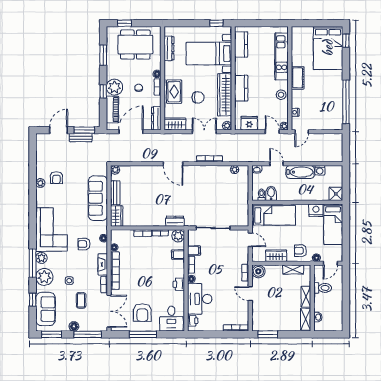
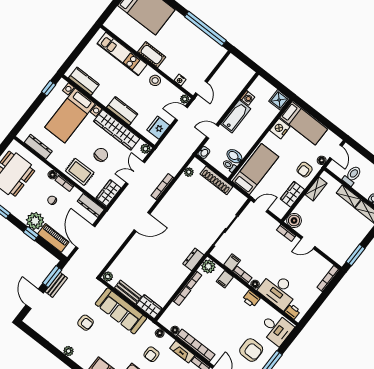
armchair: (56, 178) -> (86, 323), moved
shoe rack: (244, 194) -> (216, 180), added

